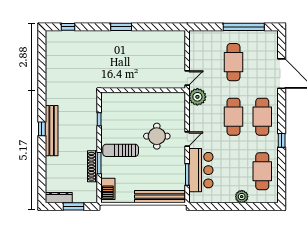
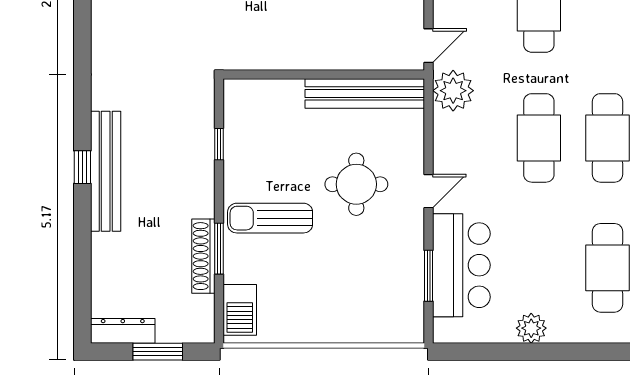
bench: (160, 197) -> (365, 93), moved
plant: (242, 197) -> (531, 328), moved

